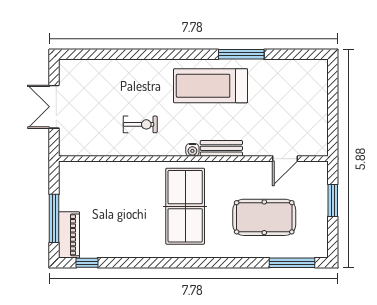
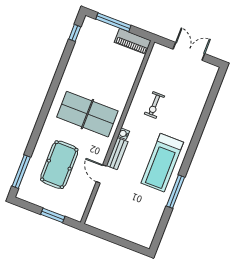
treadmill: (211, 86) -> (162, 163), turned 180
door: (285, 159) -> (101, 174), moved
piano: (69, 235) -> (133, 41), moved

